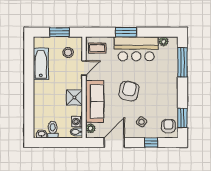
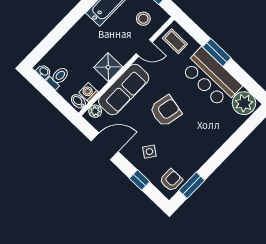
plant: (164, 41) -> (244, 103), width x1.87, depth x1.87
window: (182, 62) -> (243, 133), removed

